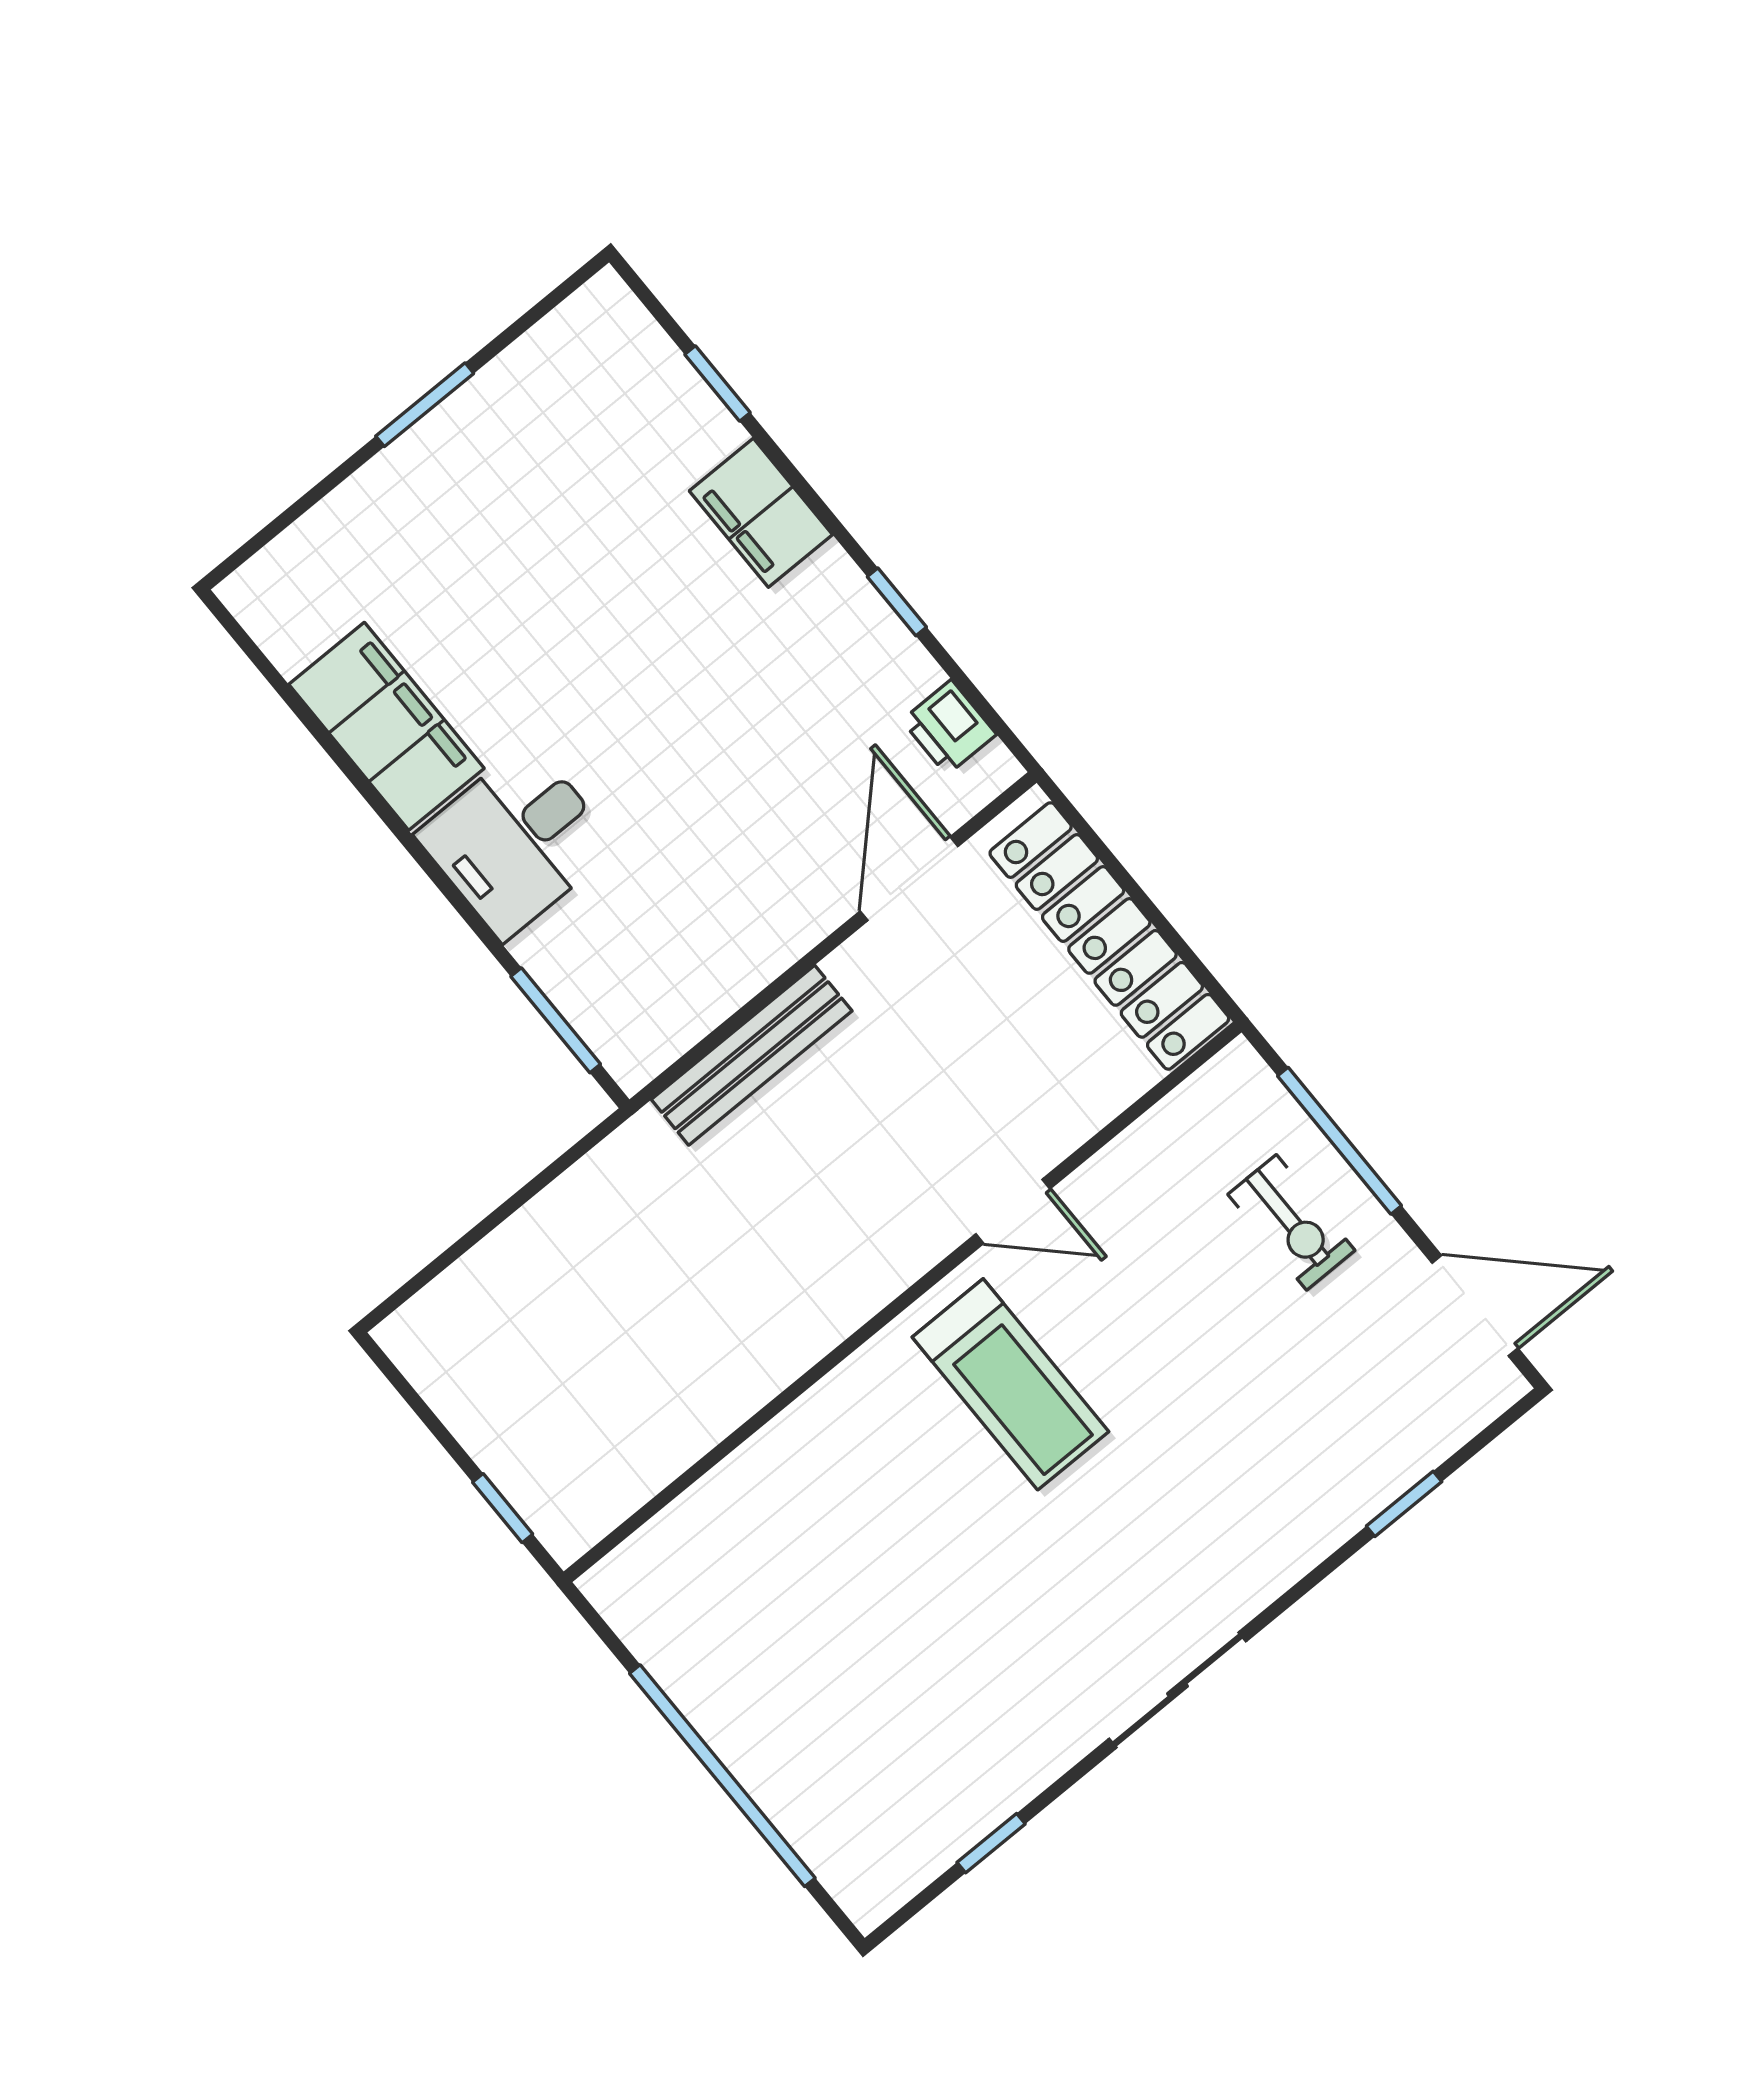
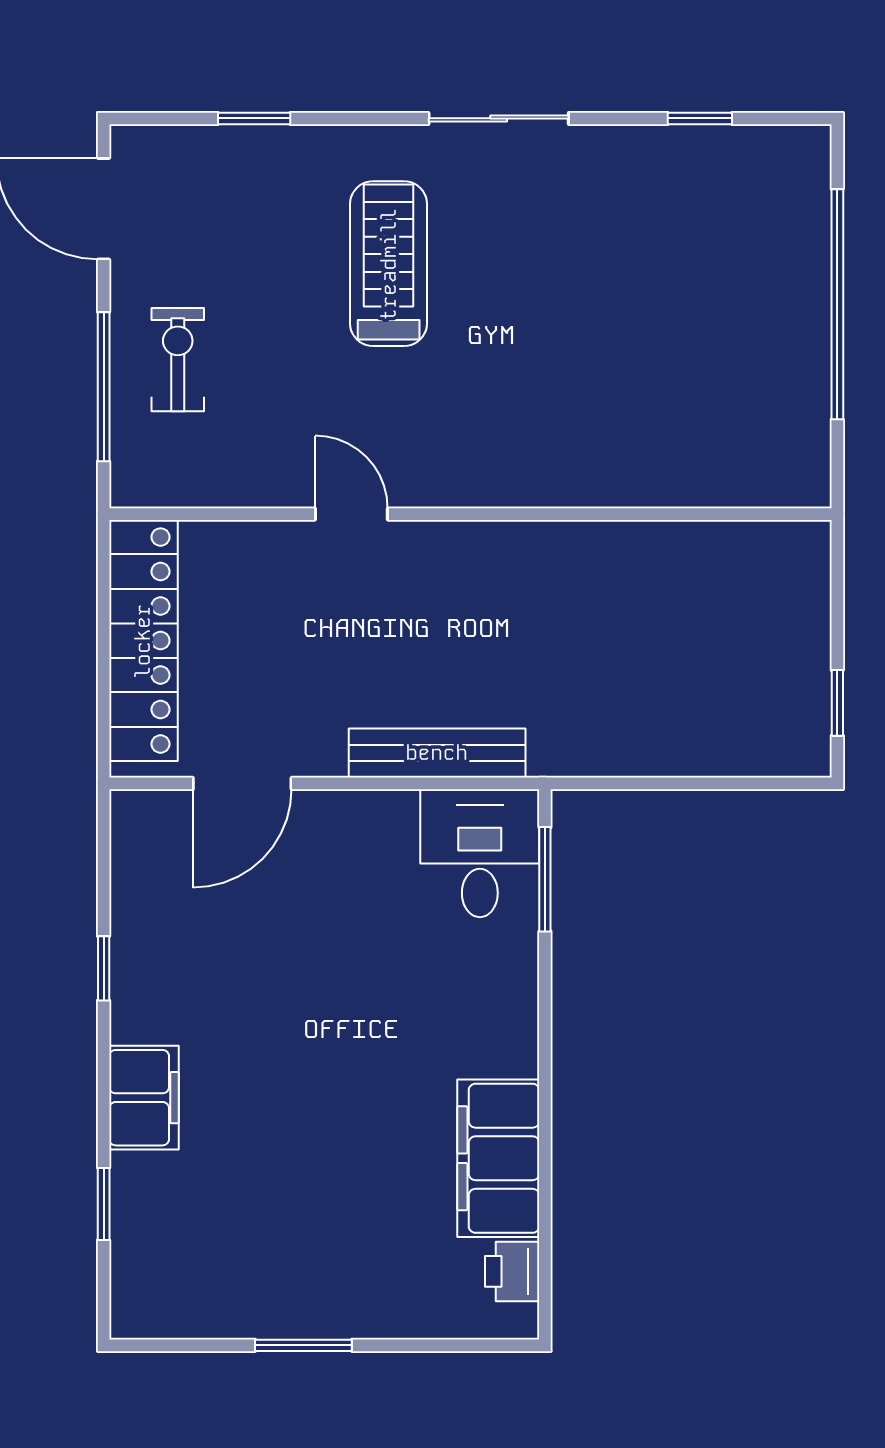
printer: (949, 727) -> (512, 1271), moved, turned 180
desk: (517, 841) -> (480, 853), moved, turned -90
treadmill: (1010, 1384) -> (389, 264), moved
window: (503, 1508) -> (837, 703), moved

